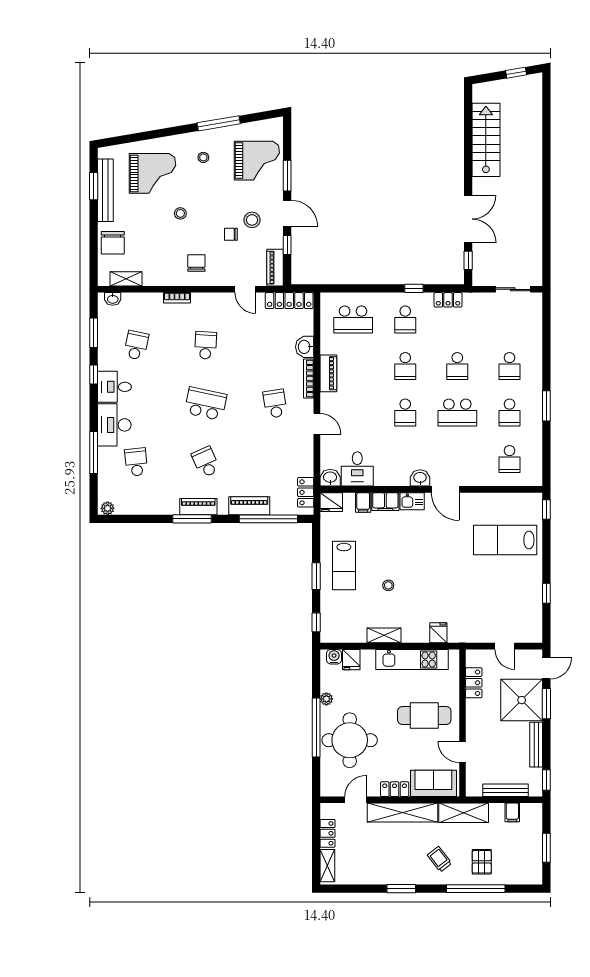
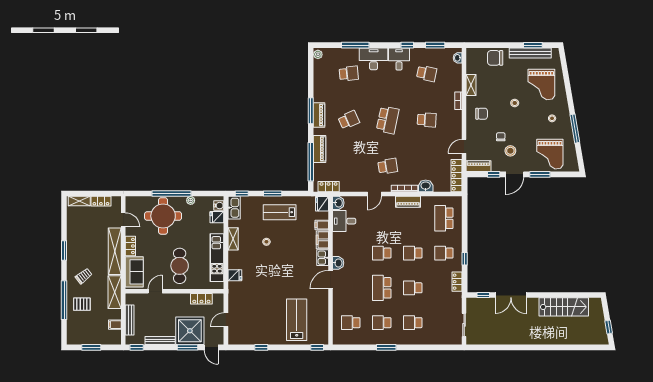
shelving: (126, 279) -> (471, 85), moved
kitchen sink: (337, 634) -> (234, 208), added

